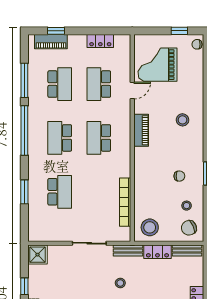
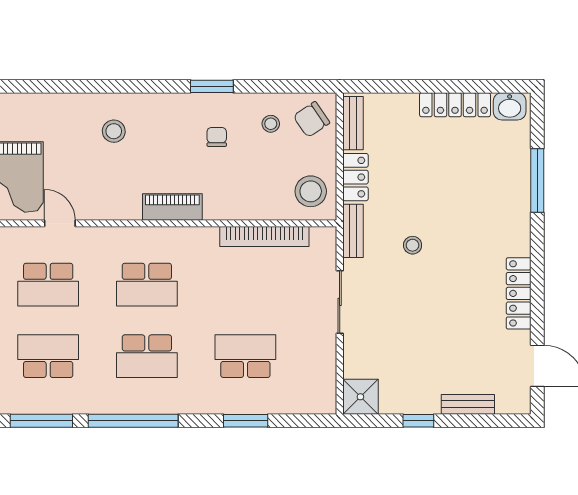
piano: (141, 130) -> (172, 207), moved
chair: (189, 228) -> (312, 119), turned 80

